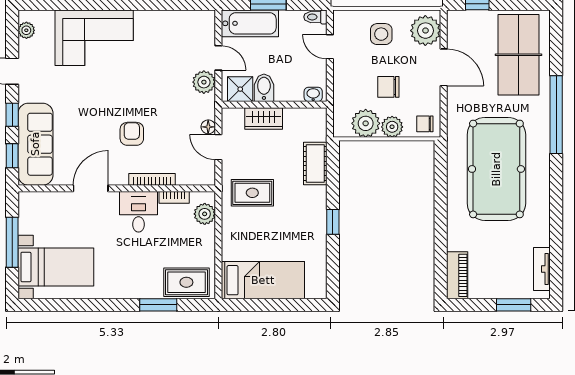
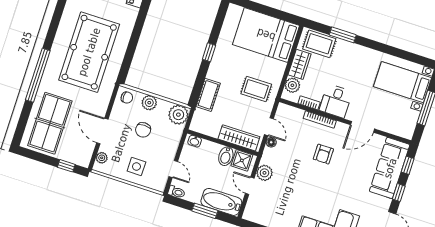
plant: (425, 31) -> (102, 158), width x0.53, depth x0.53
chair: (388, 87) -> (143, 130), turned 90
wardrobe: (264, 118) -> (239, 138), width x1.50
plant: (366, 123) -> (178, 115), moved
wardrobe: (204, 246) -> (300, 64), added
bed: (263, 280) -> (266, 35), width x1.50

